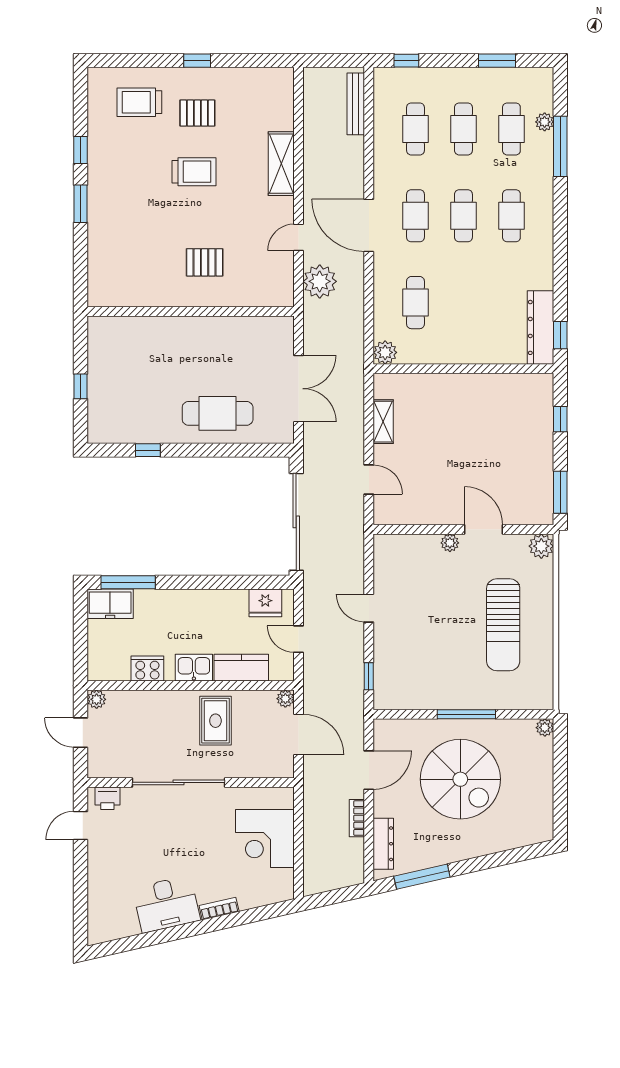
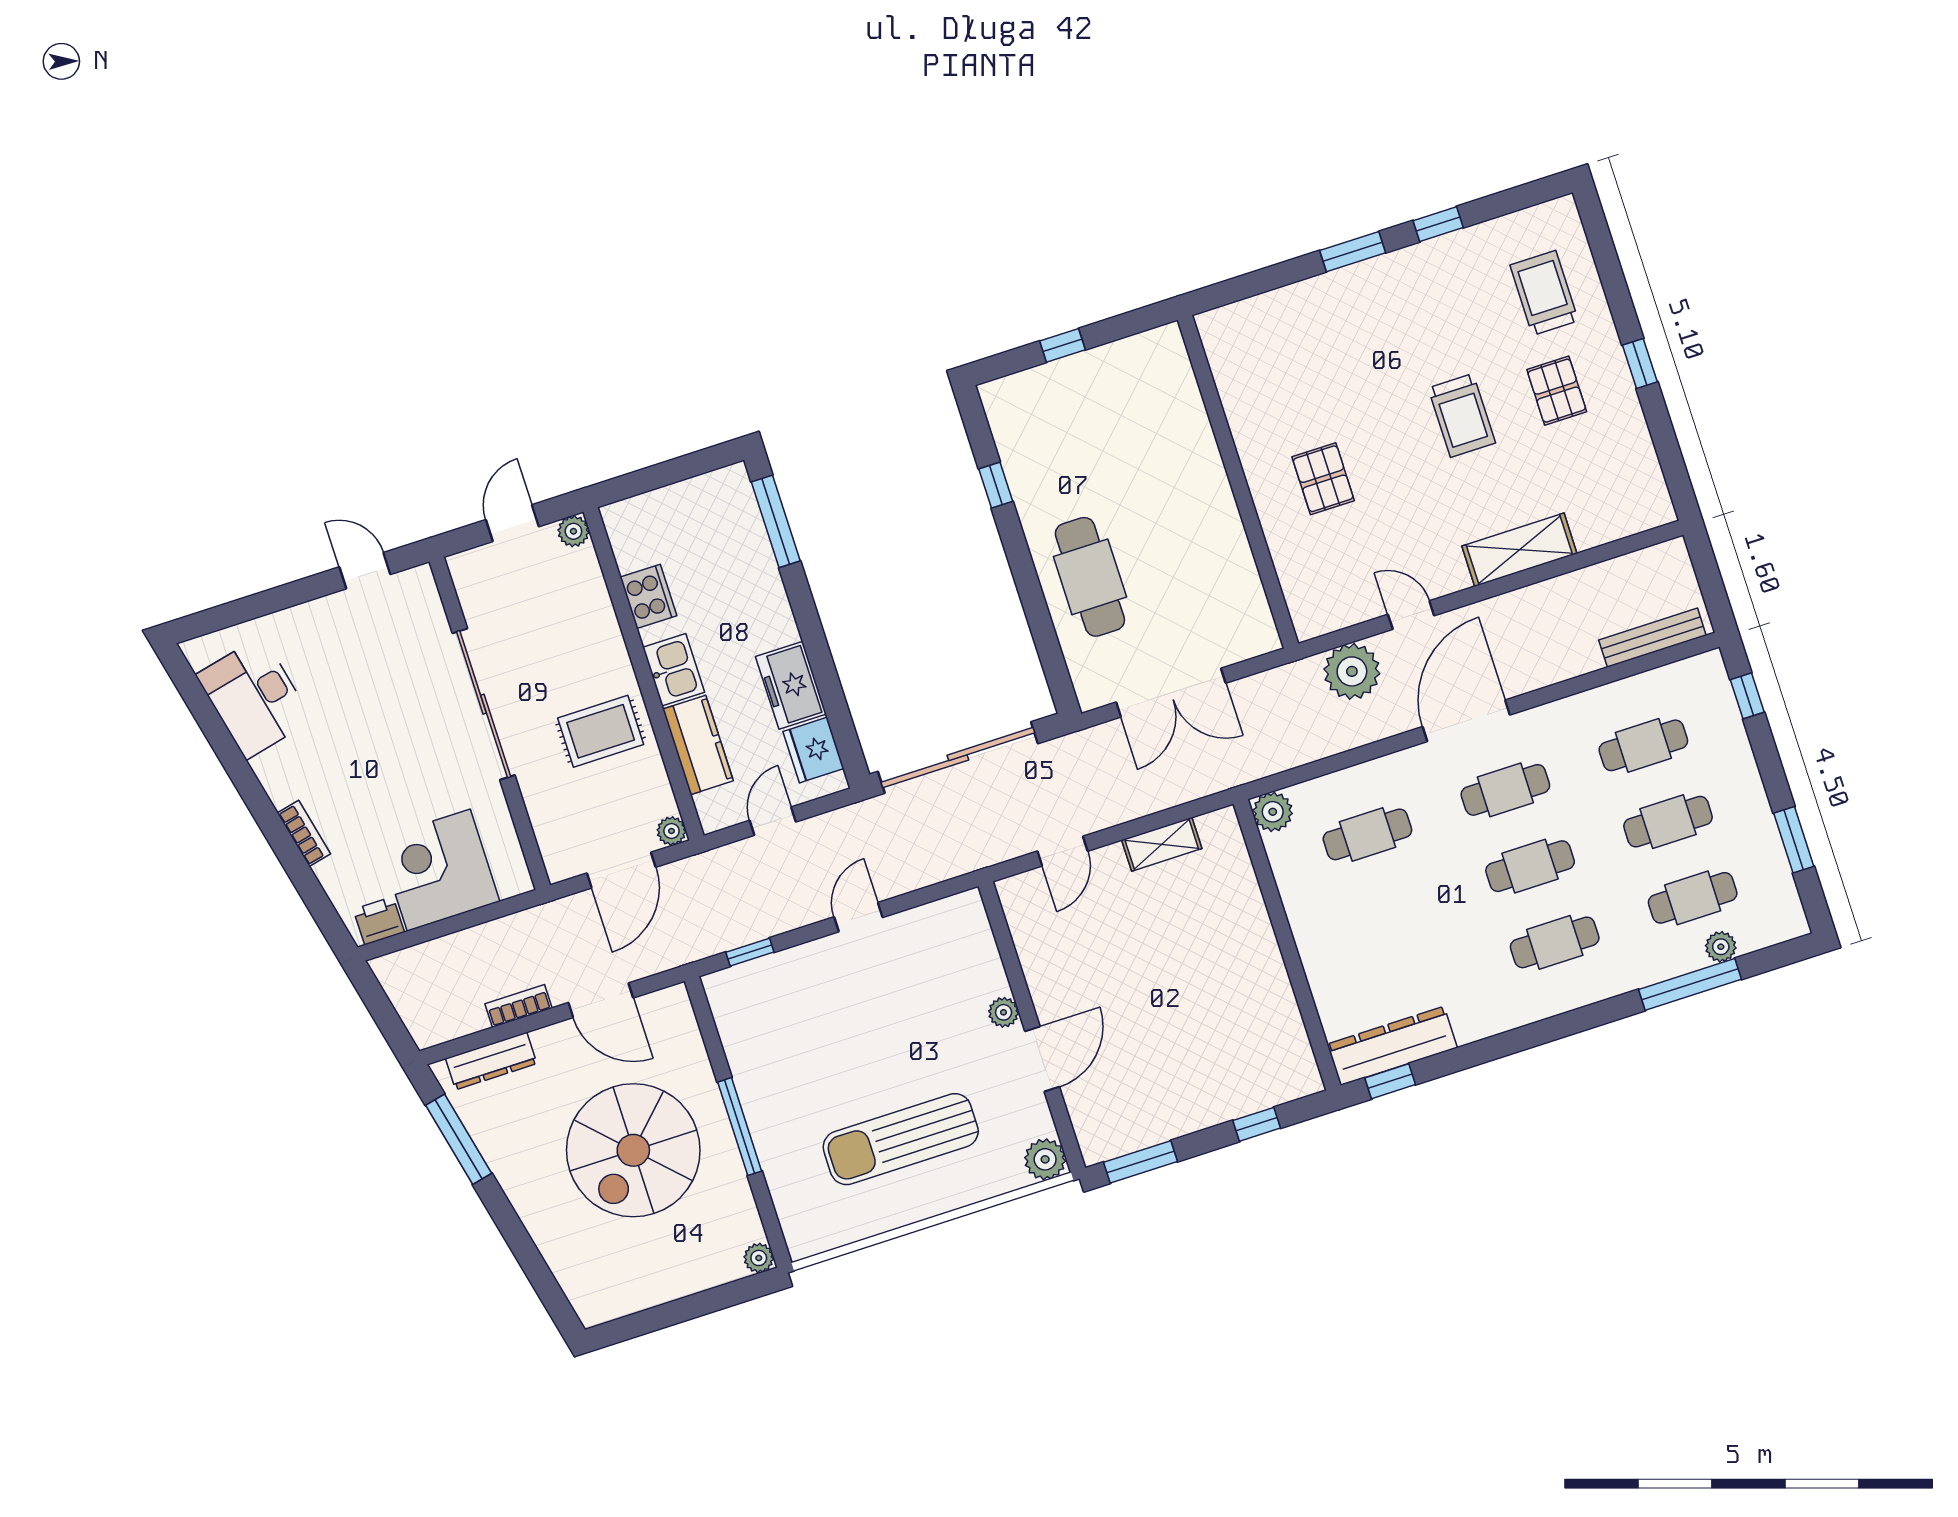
freezer: (110, 604) -> (791, 685), moved
printer: (107, 798) -> (379, 921), moved, turned 90
desk: (166, 904) -> (254, 698), moved

